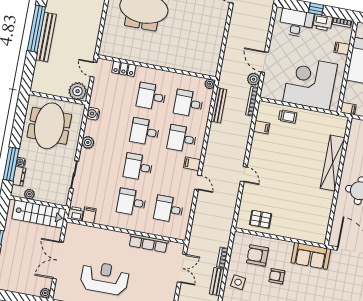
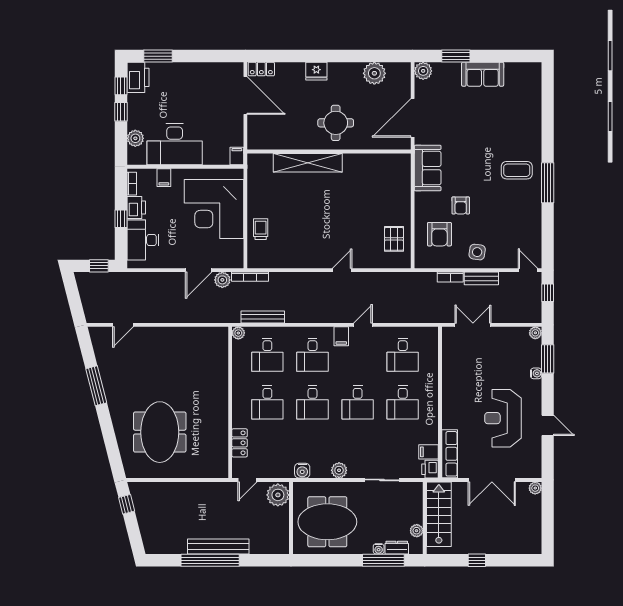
filing cabinet: (261, 127) -> (280, 259), removed
row of seats: (148, 243) -> (450, 454), moved

